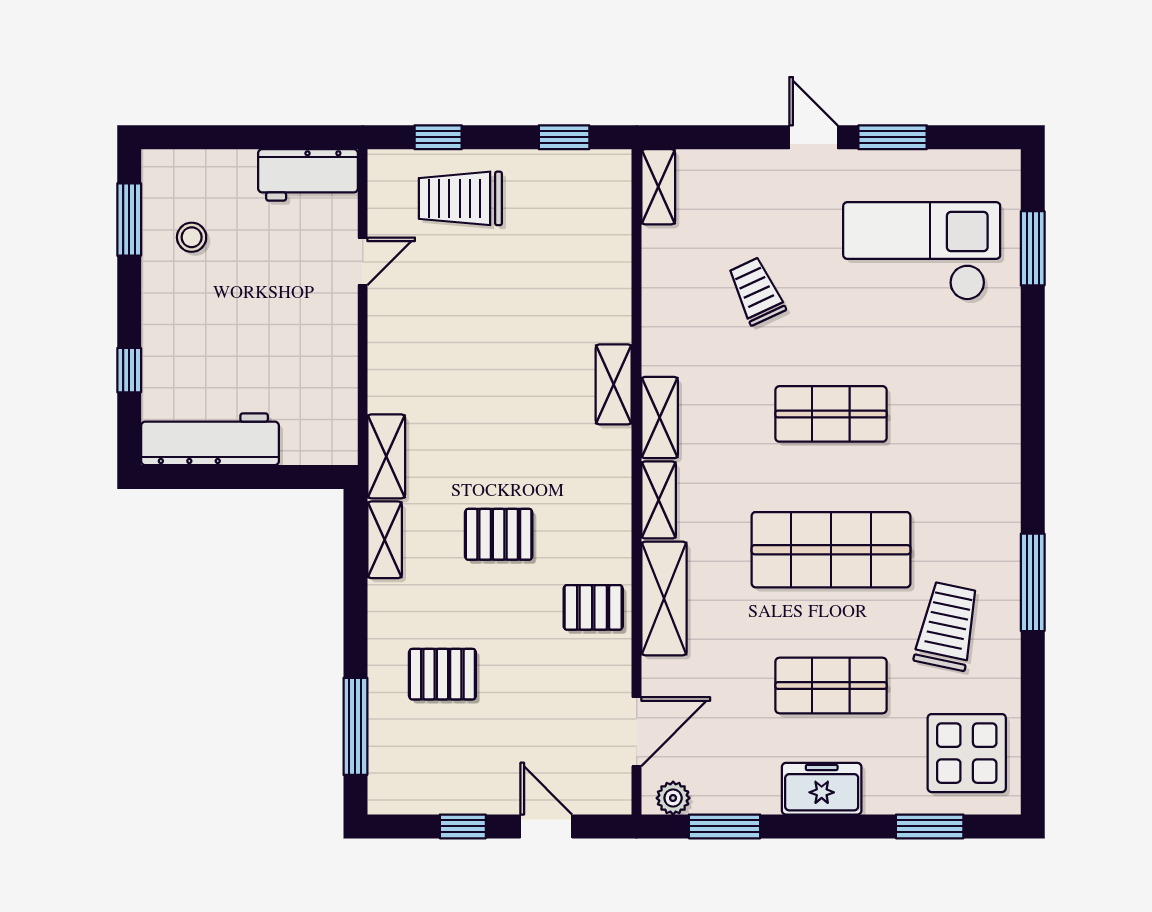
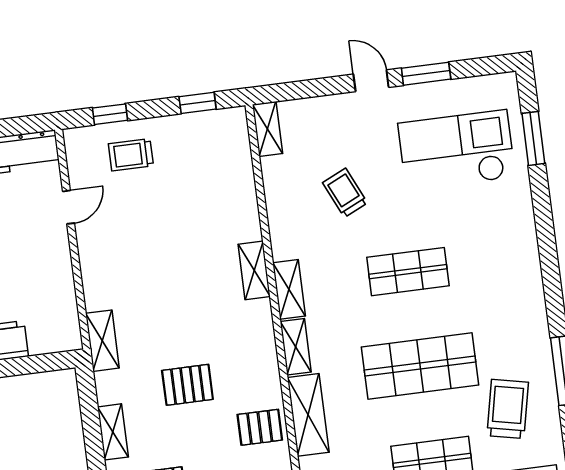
trolley: (460, 198) -> (131, 155), width x0.73, depth x0.72
shelving: (385, 540) -> (113, 432), moved

